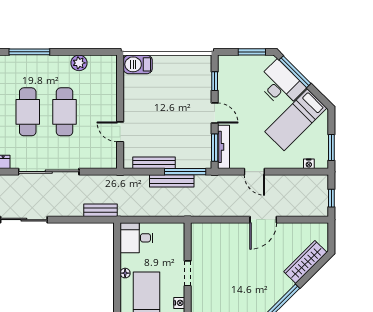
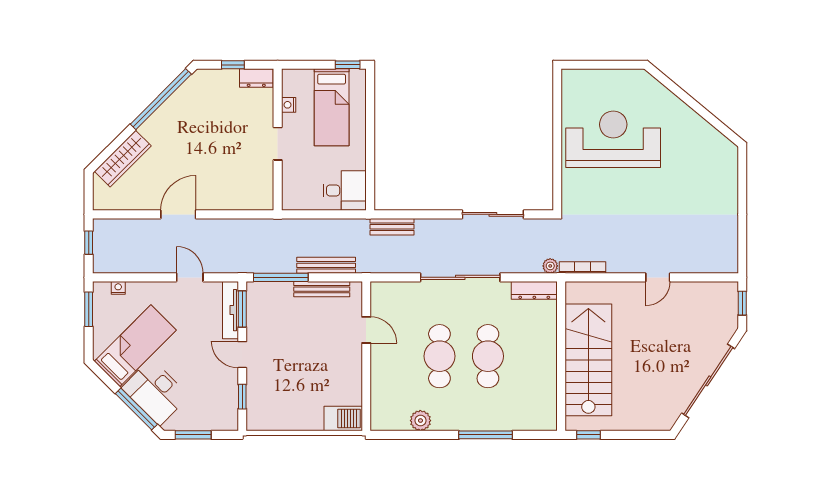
bench: (172, 181) -> (326, 265), moved
floor lamp: (125, 273) -> (360, 144), removed

